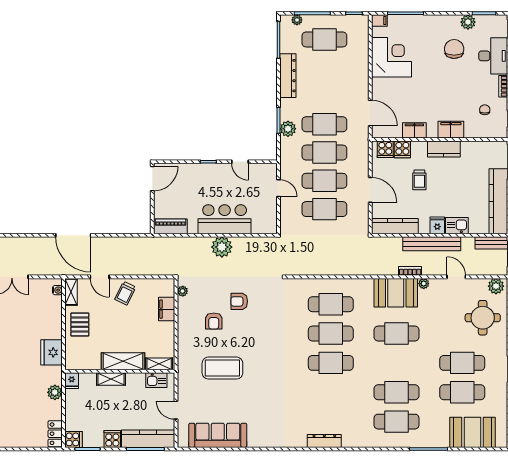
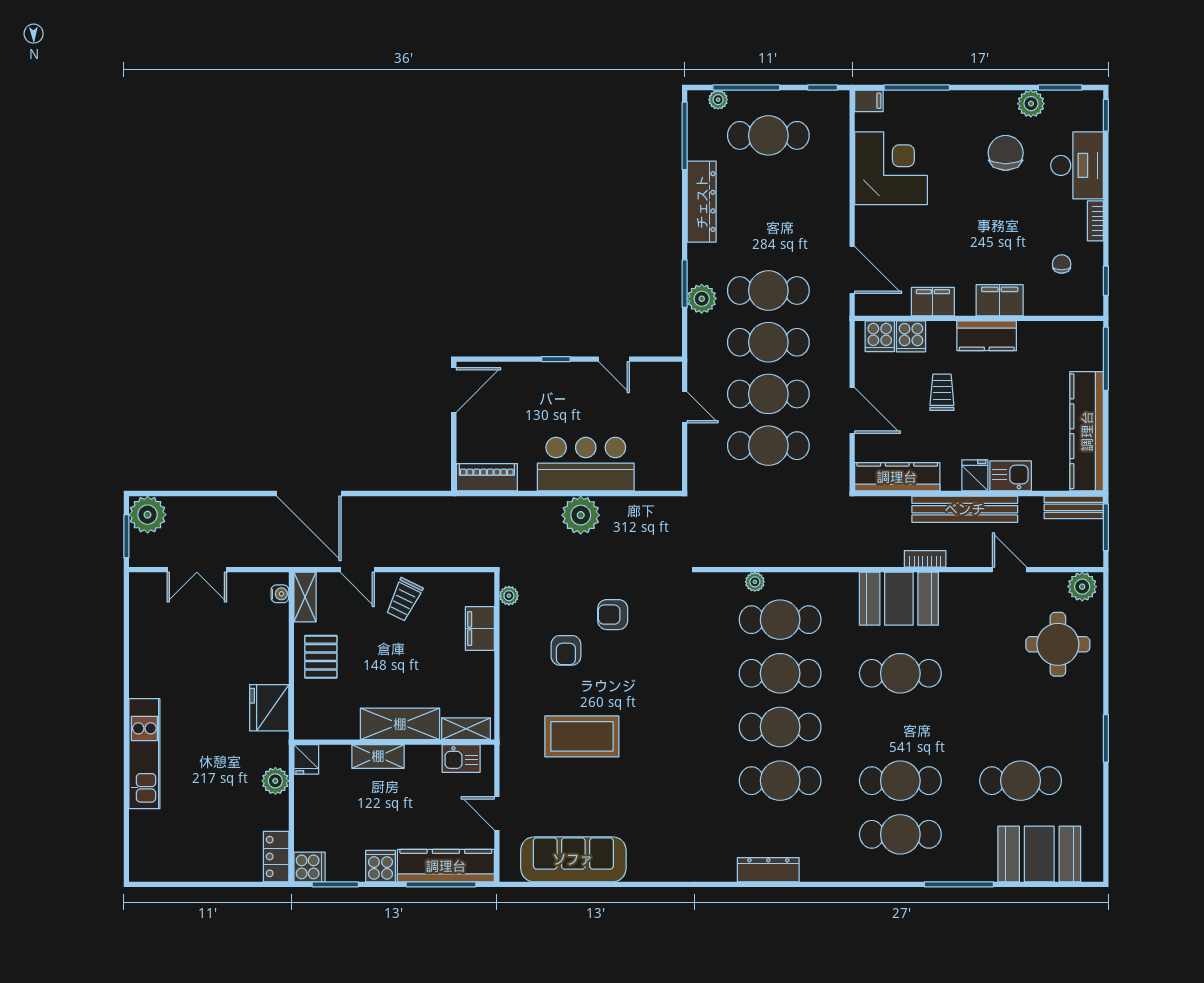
trolley: (419, 180) -> (942, 392), turned 180
plant: (424, 284) -> (755, 582), moved
cafe table: (462, 363) -> (780, 781), moved

